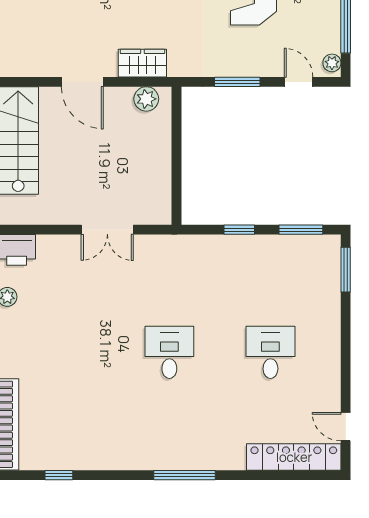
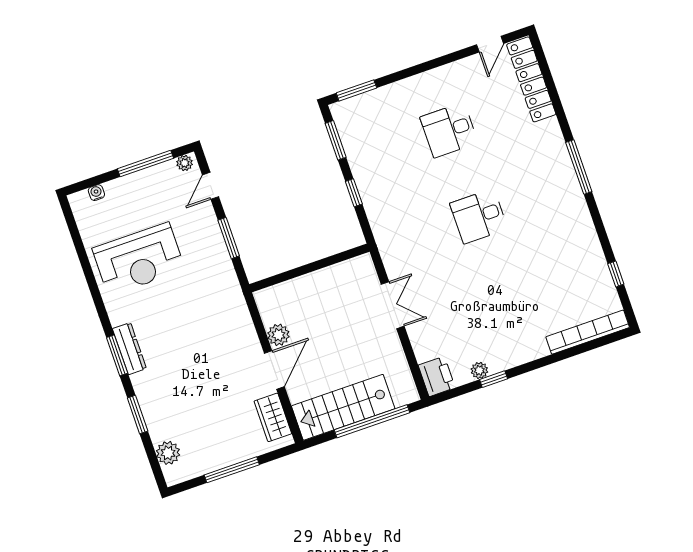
wardrobe: (142, 63) -> (273, 417), moved
plant: (146, 99) -> (278, 335), moved

